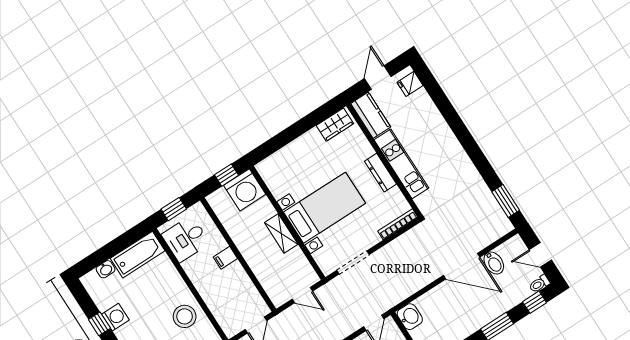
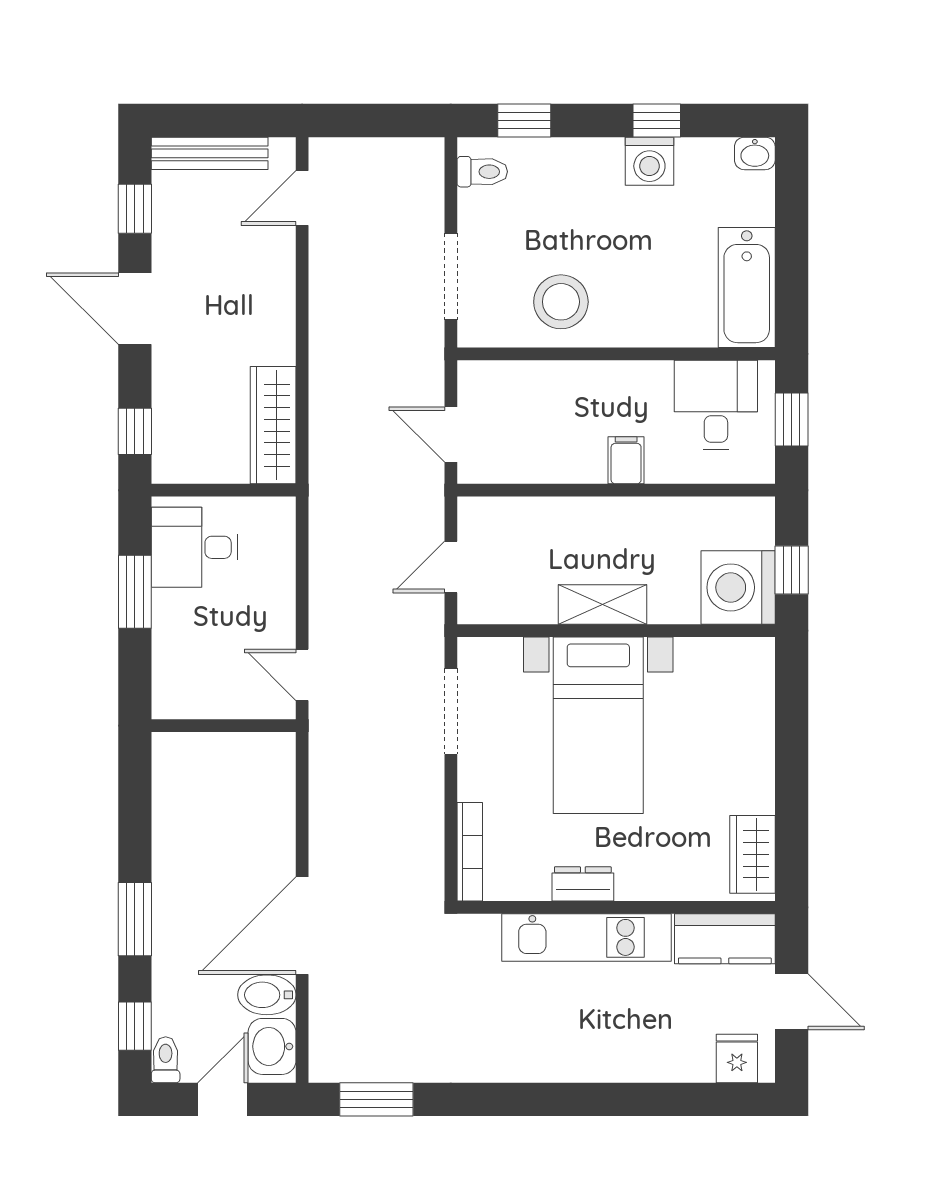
dresser: (381, 173) -> (583, 884), width x0.70
washbasin: (106, 269) -> (755, 153), moved, turned -90
washbasin: (410, 317) -> (272, 1046), moved, turned 90

